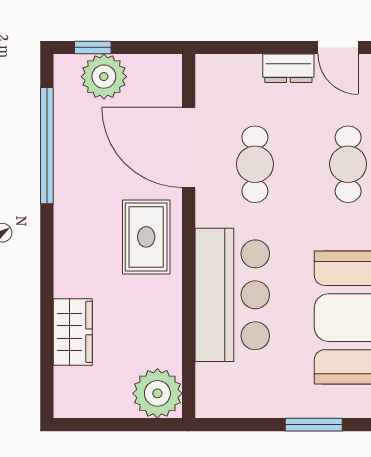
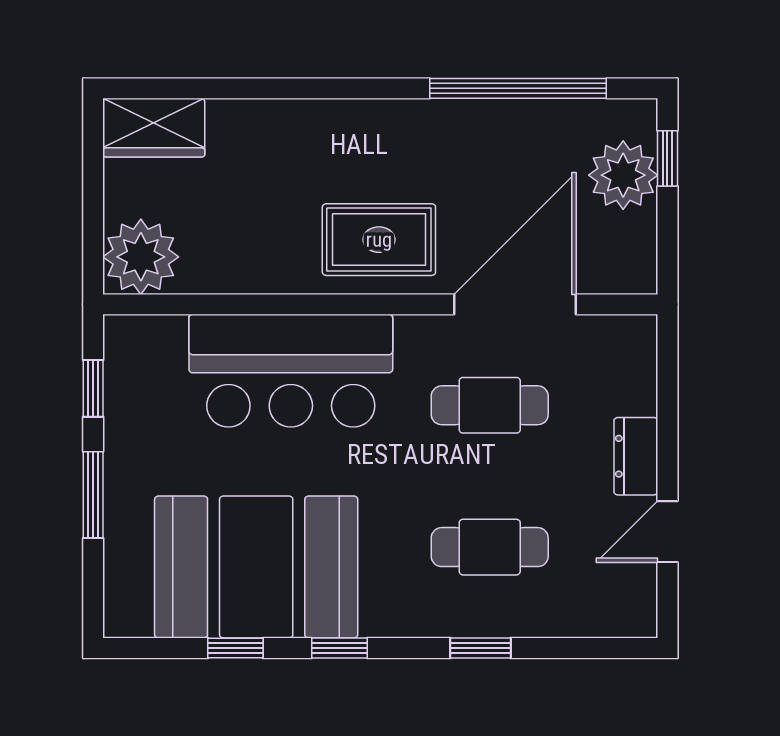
wardrobe: (73, 332) -> (154, 128), moved
window: (244, 425) -> (93, 388), added

